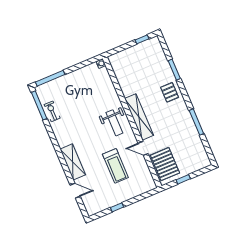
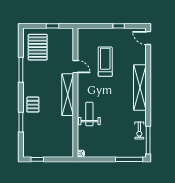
weight bench: (114, 123) -> (89, 114), moved
shelving: (73, 162) -> (140, 87), width x1.47
pallet: (165, 164) -> (38, 47), moved
door: (75, 191) -> (148, 38), moved

